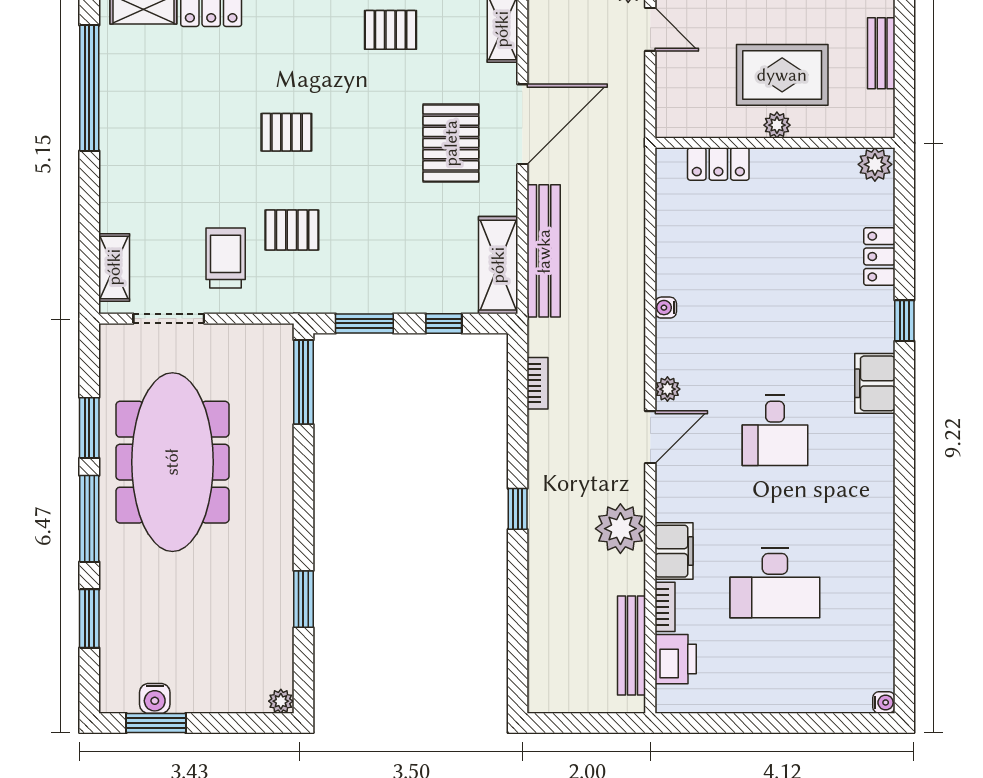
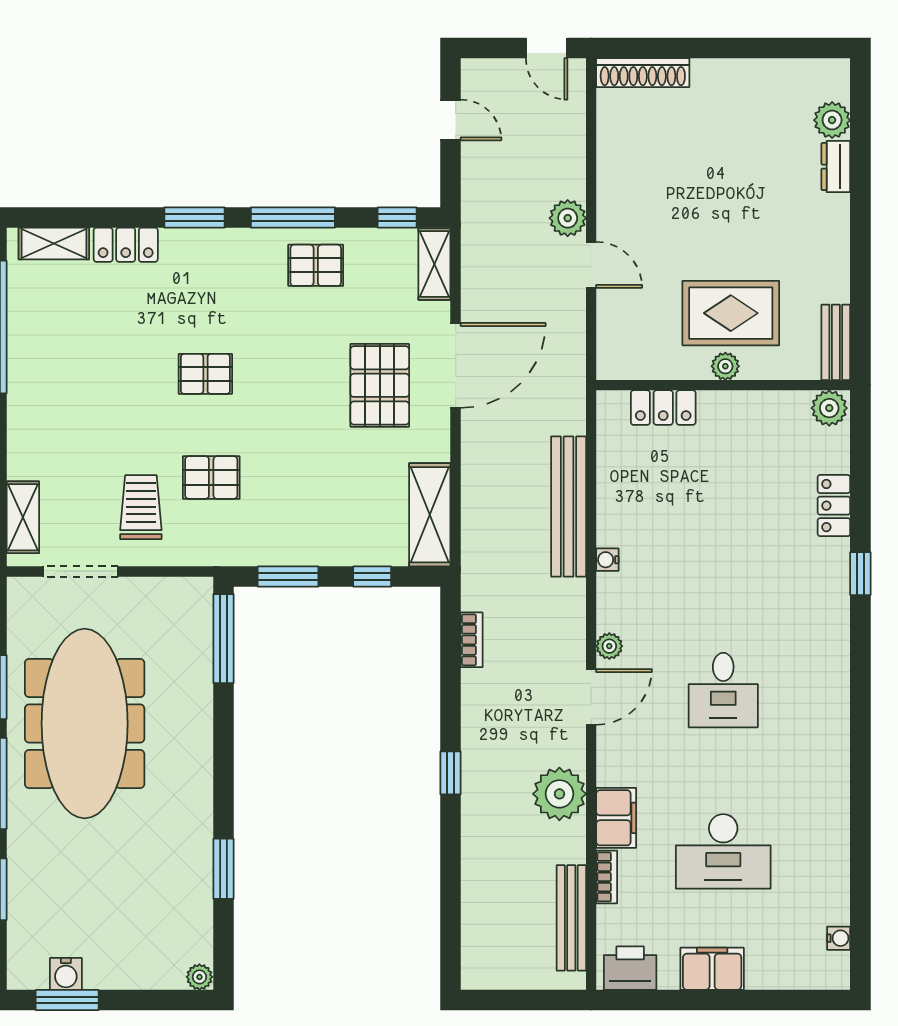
bench: (881, 53) -> (836, 342), moved
bench: (544, 251) -> (569, 507), moved
filing cabinet: (875, 383) -> (712, 969), moved, turned 90
printer: (676, 659) -> (630, 968), moved, turned -90
water cooler: (884, 702) -> (839, 938), moved

